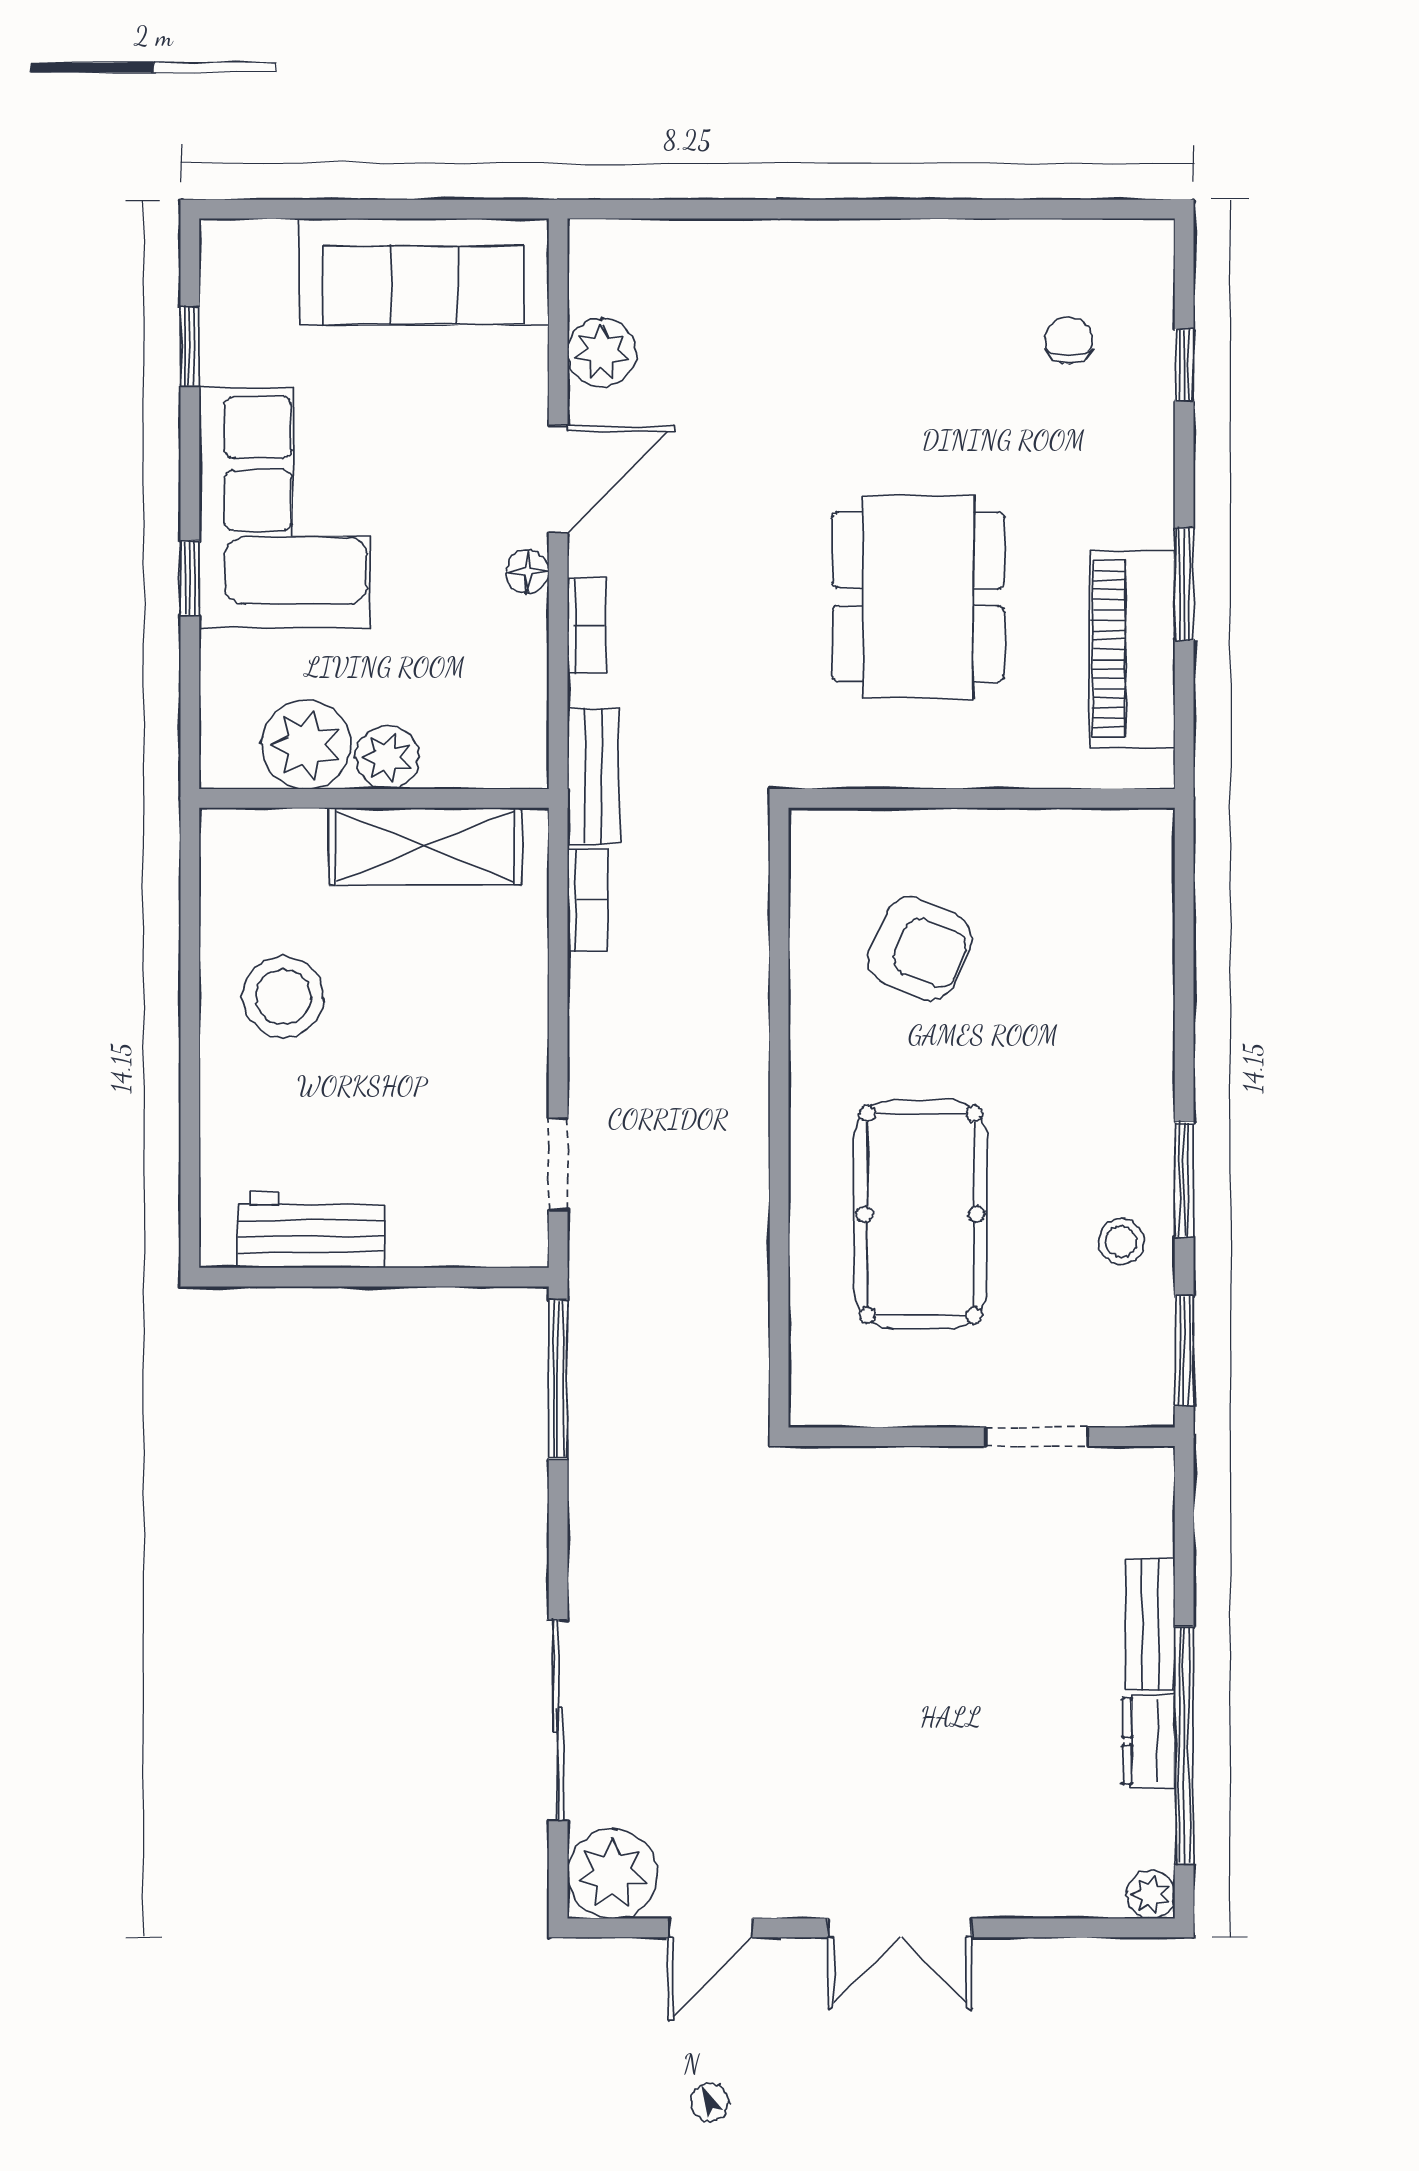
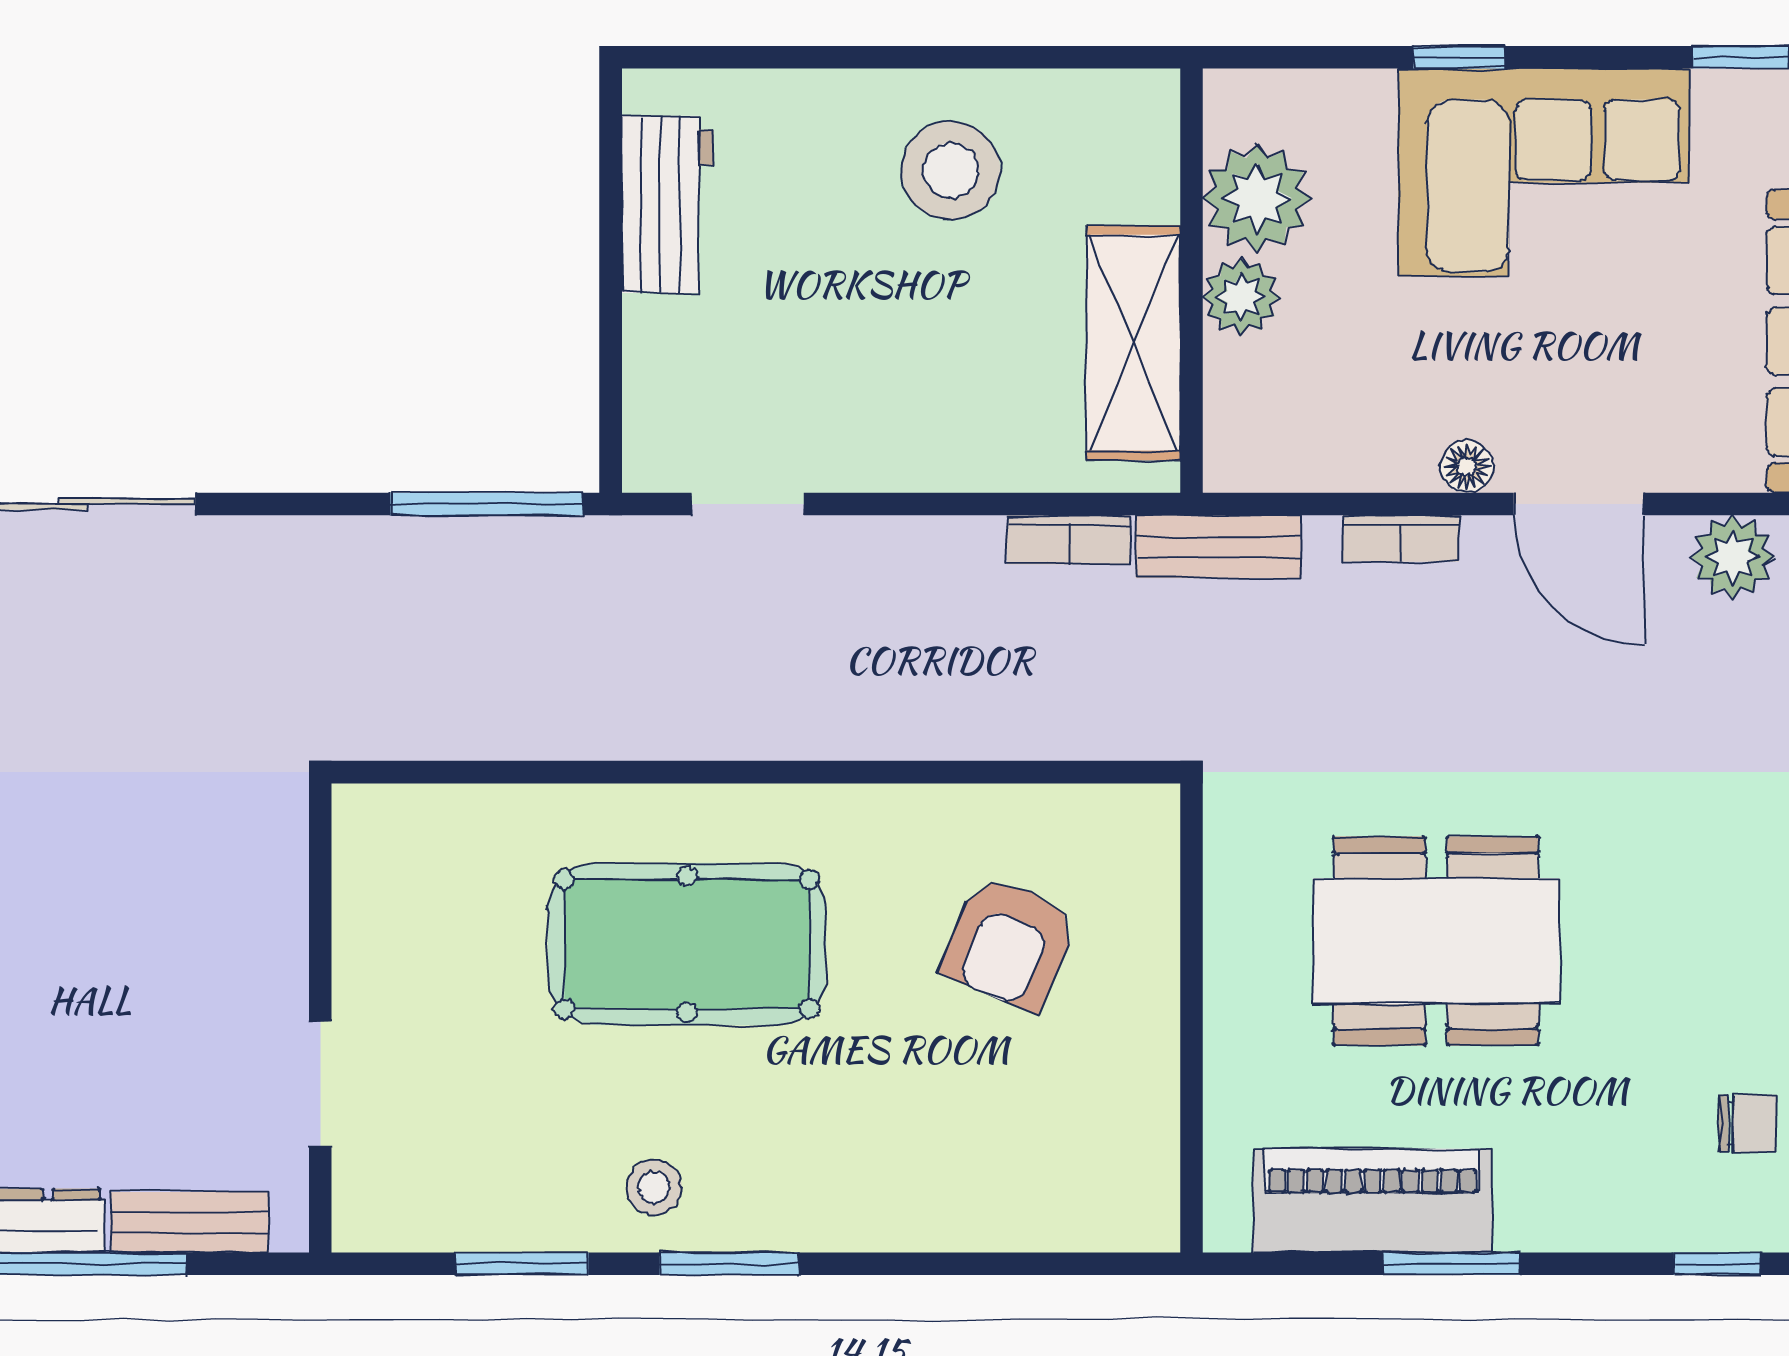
wall: (982, 1437) -> (320, 1018), moved
doorway: (1036, 1437) -> (320, 1084), moved

